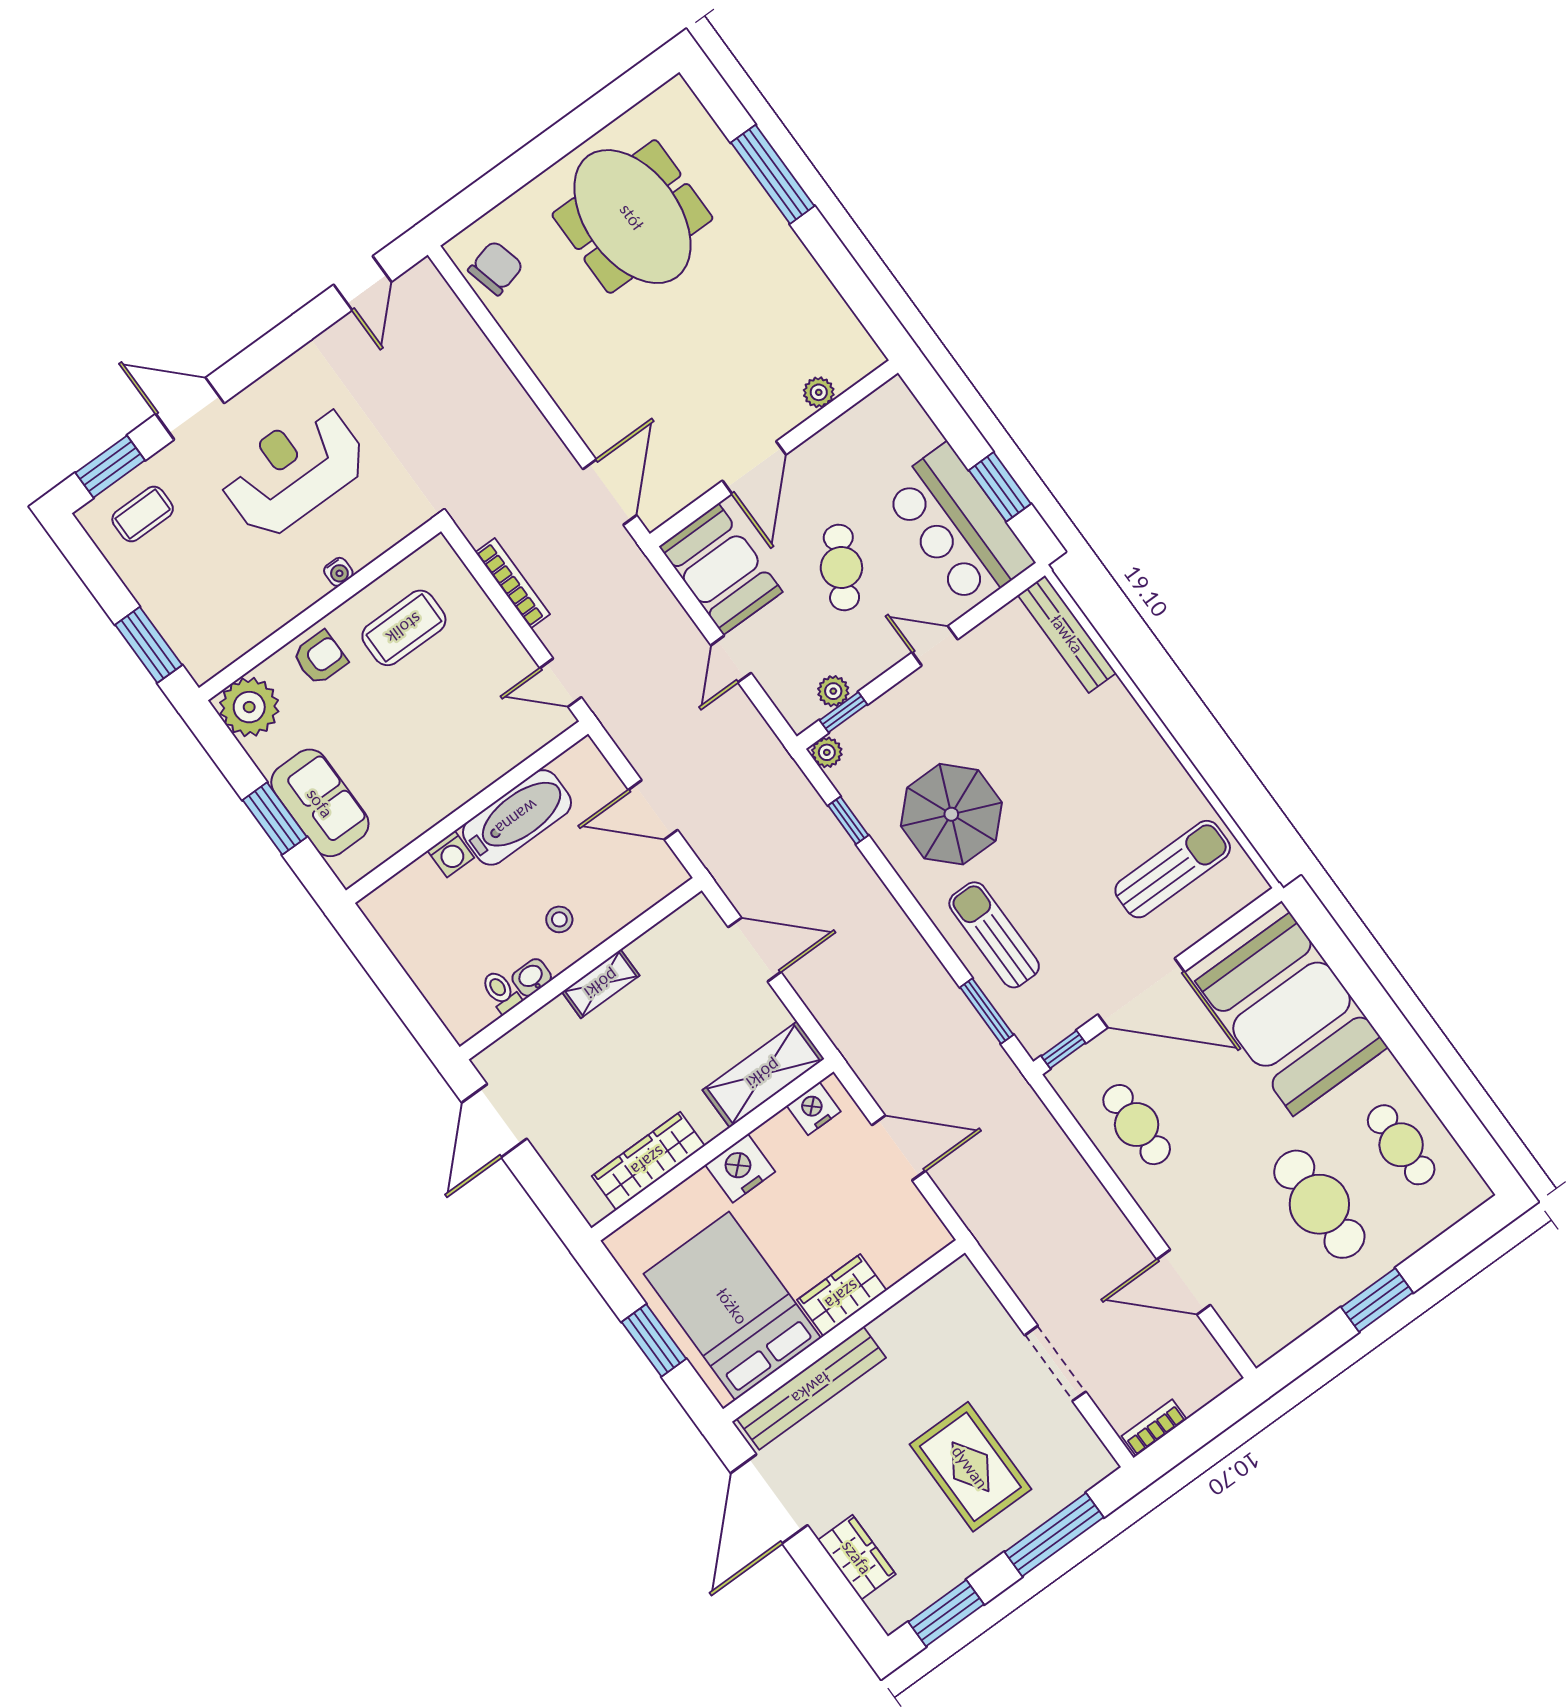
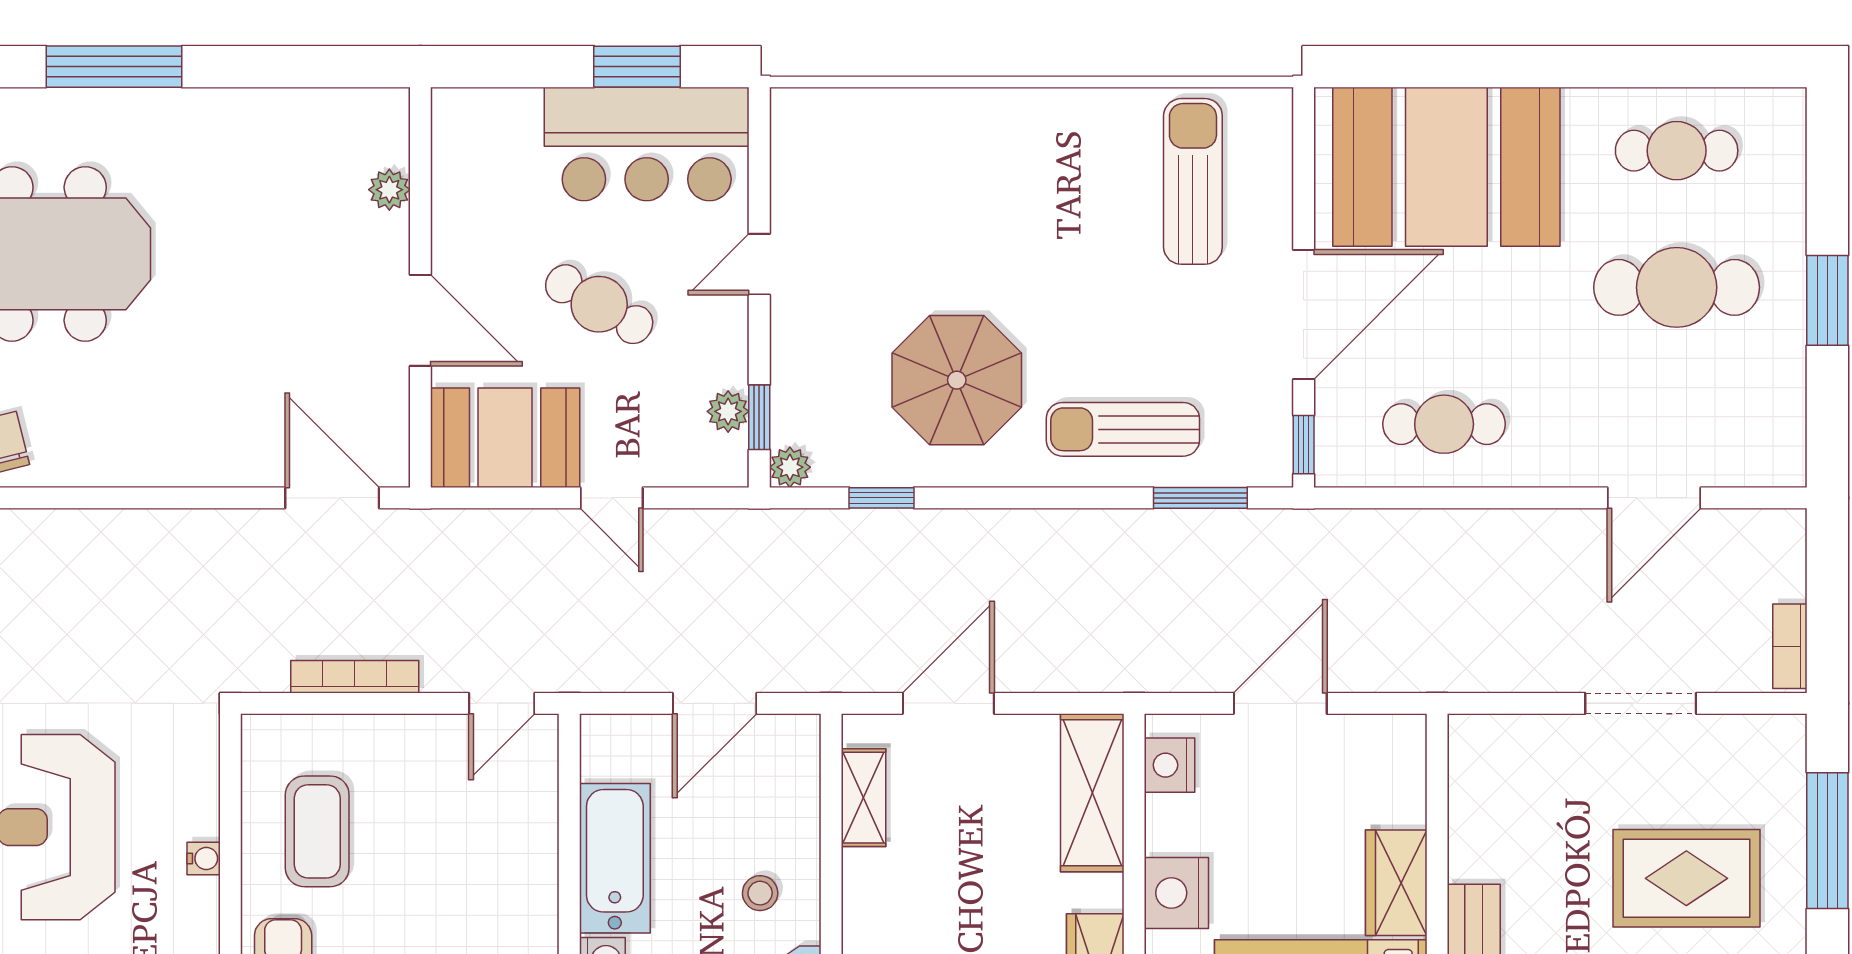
bench: (1067, 634) -> (852, 110), removed
shelving: (601, 984) -> (863, 798), moved

